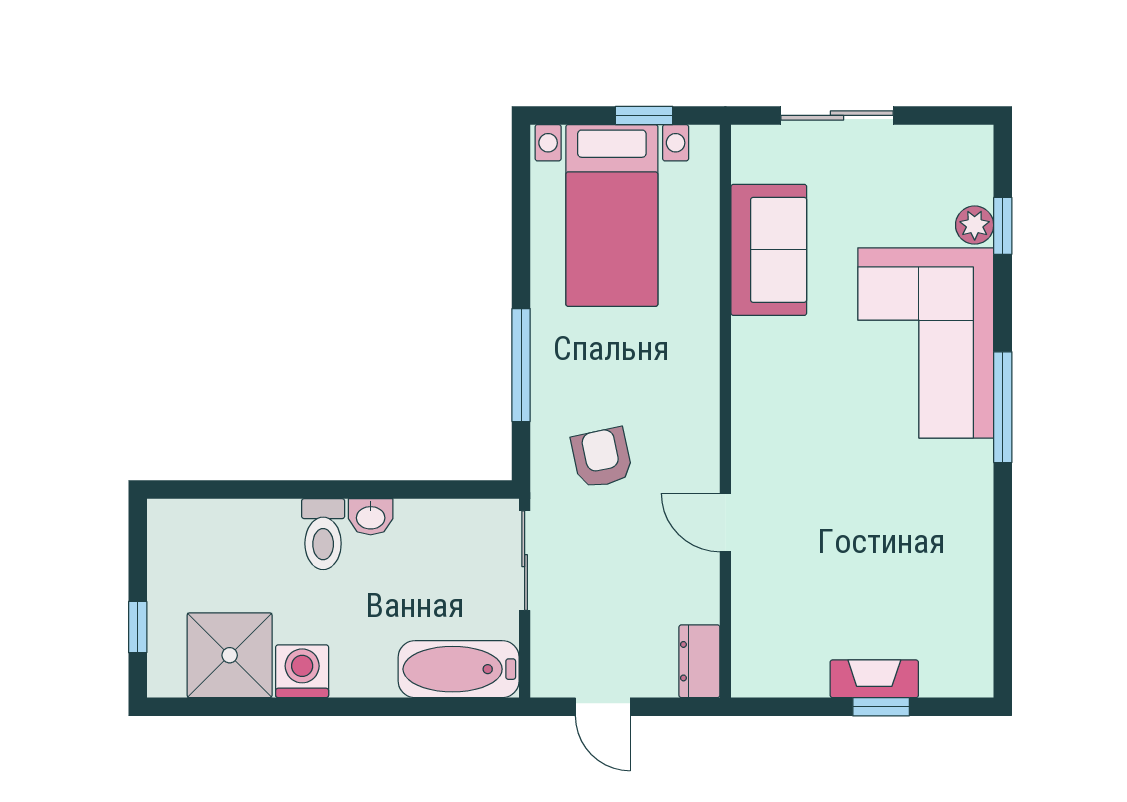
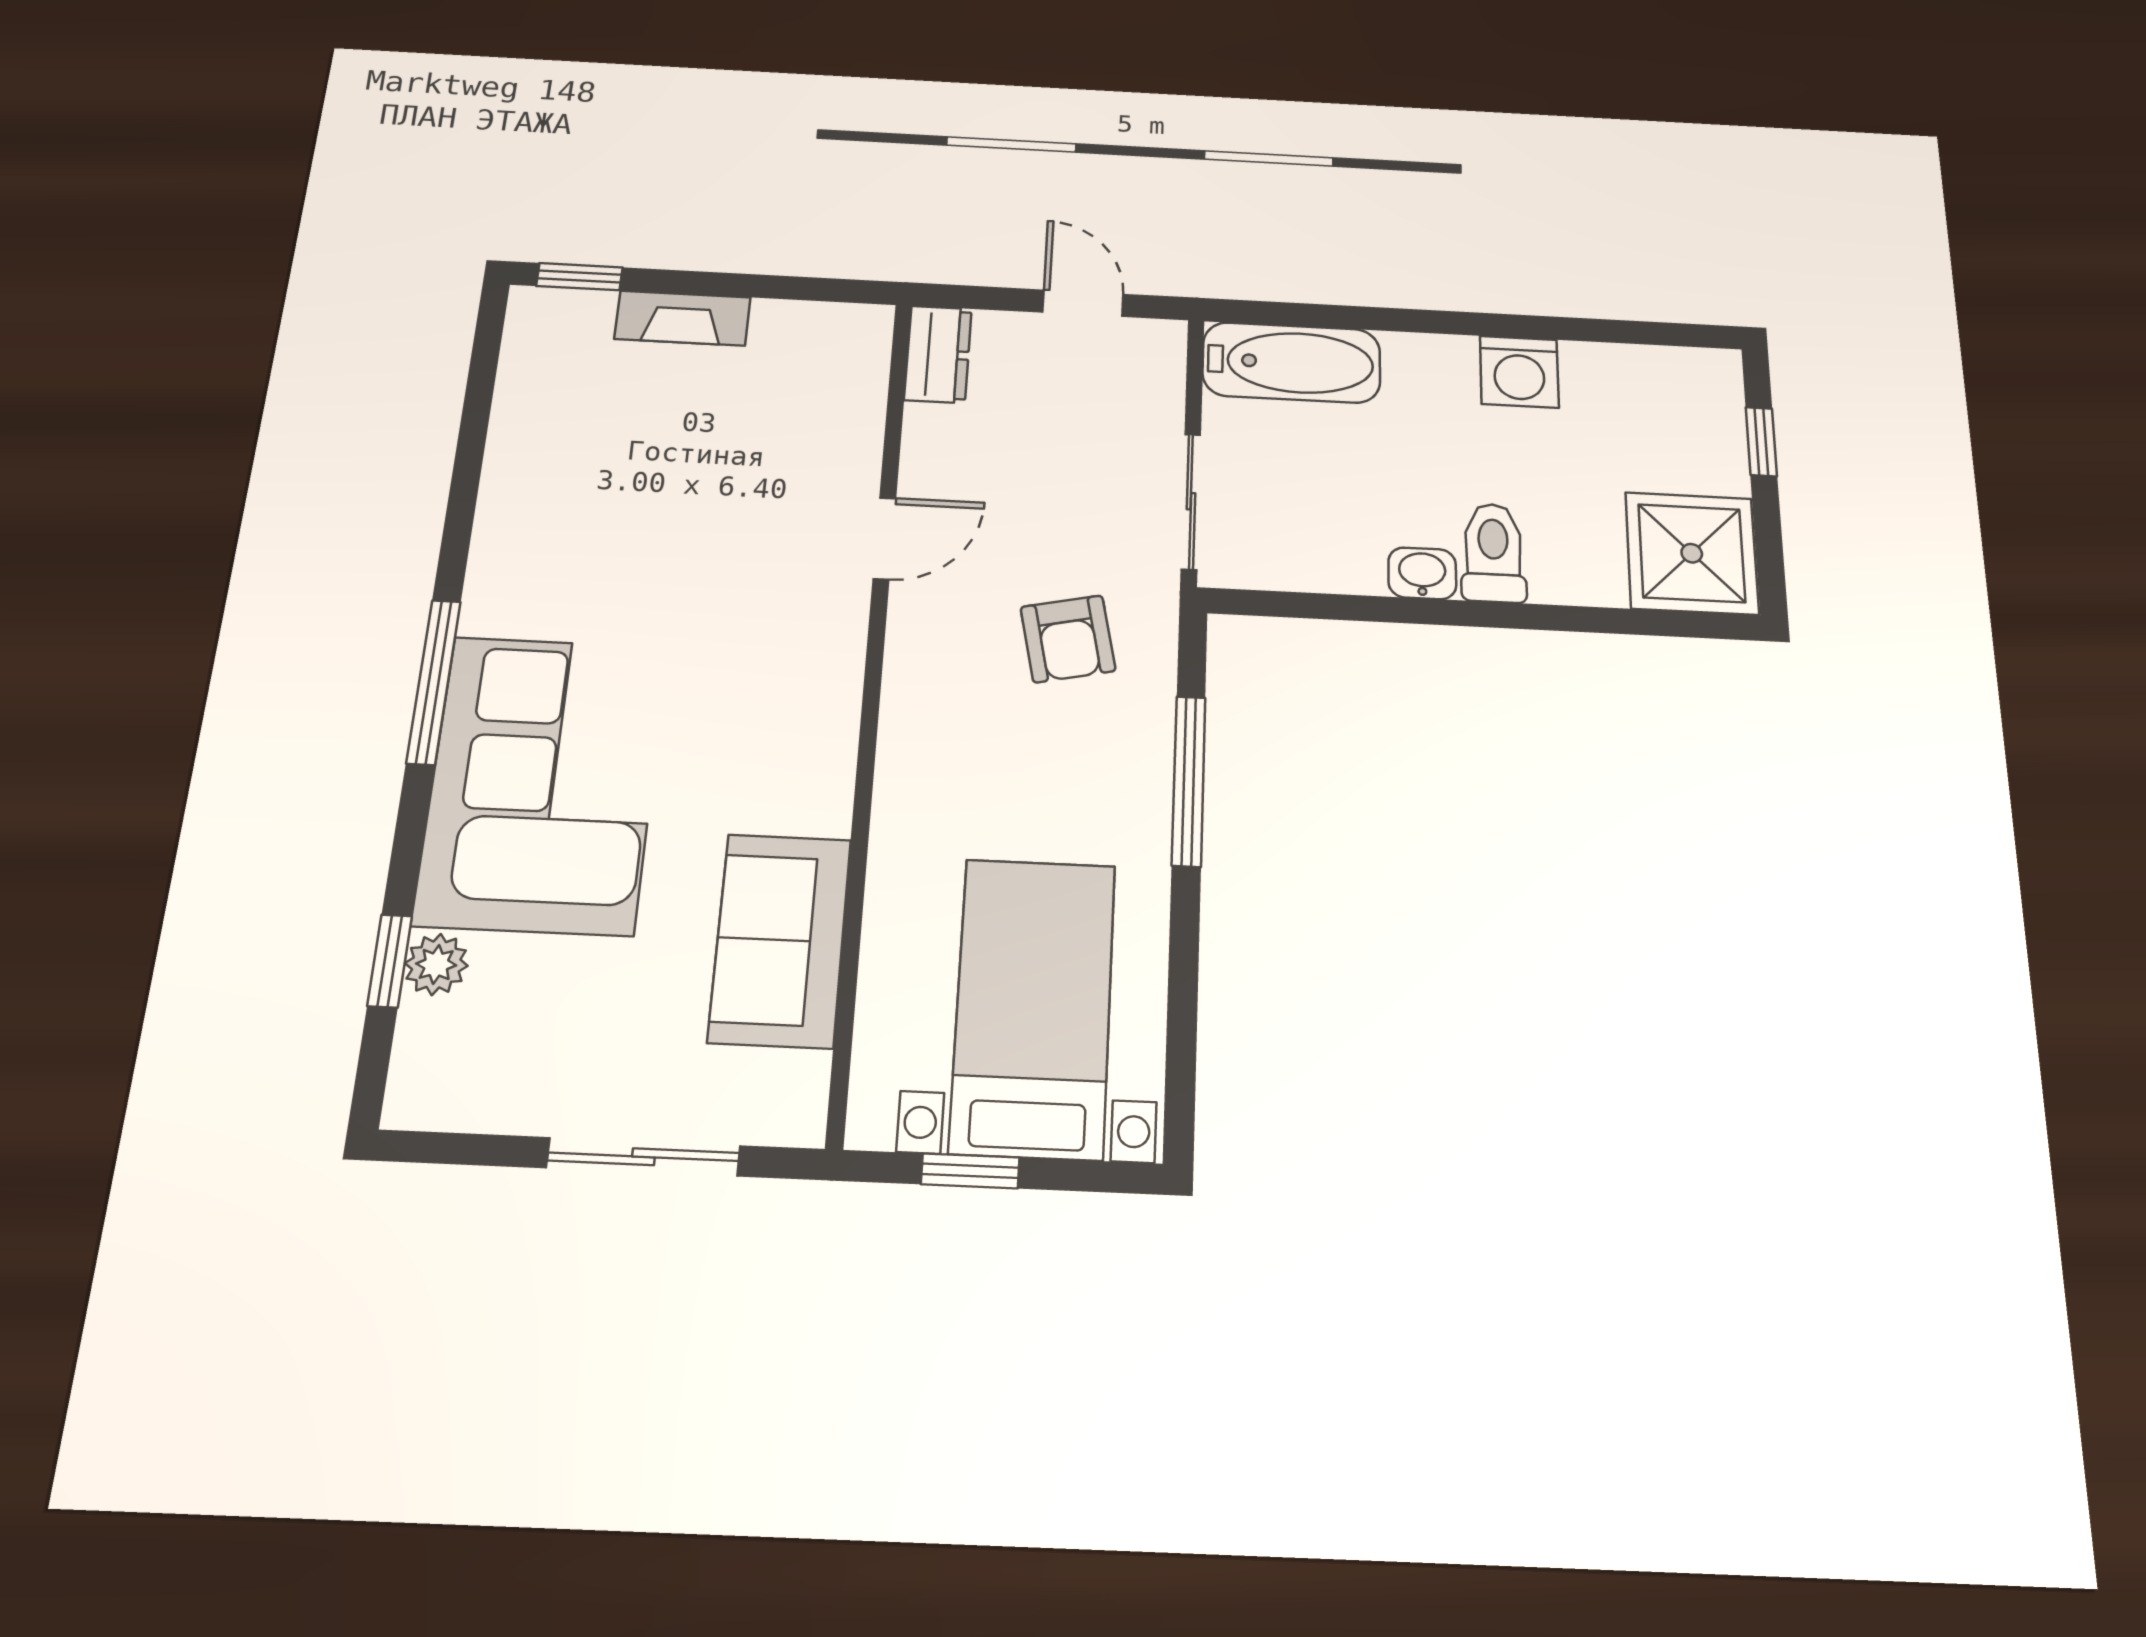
door: (725, 523) -> (884, 538), hinge flipped
shower: (230, 655) -> (1692, 553), moved
window: (881, 707) -> (579, 277), moved

